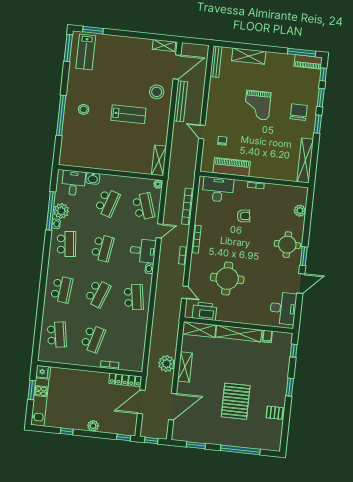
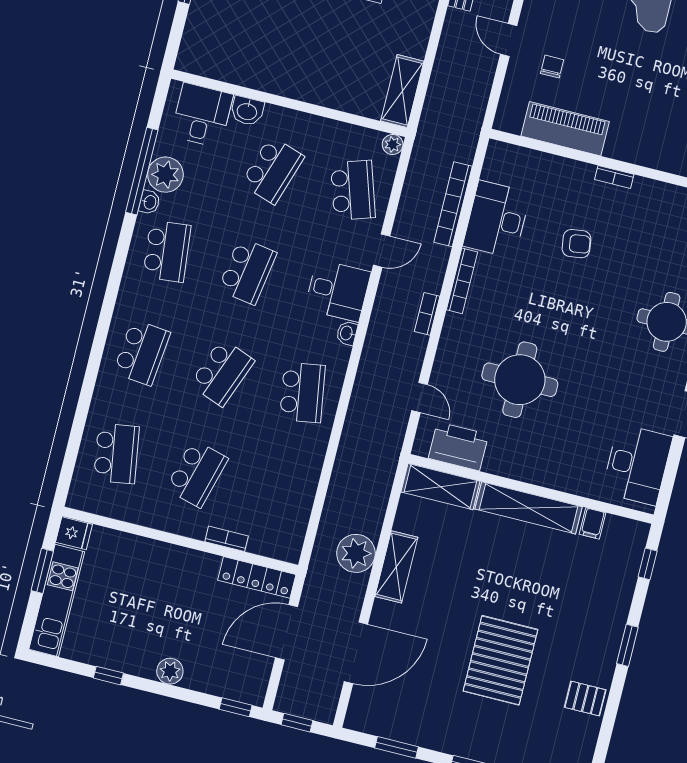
desk: (218, 189) -> (497, 219), moved, turned -90

